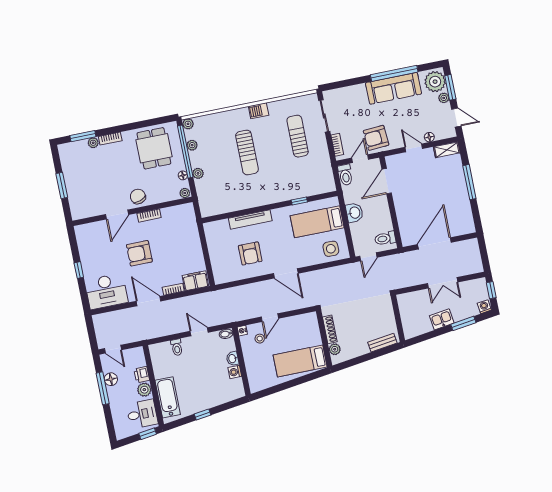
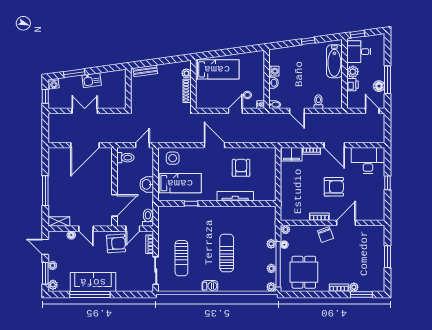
plant: (435, 82) -> (53, 285), width x0.53, depth x0.53

